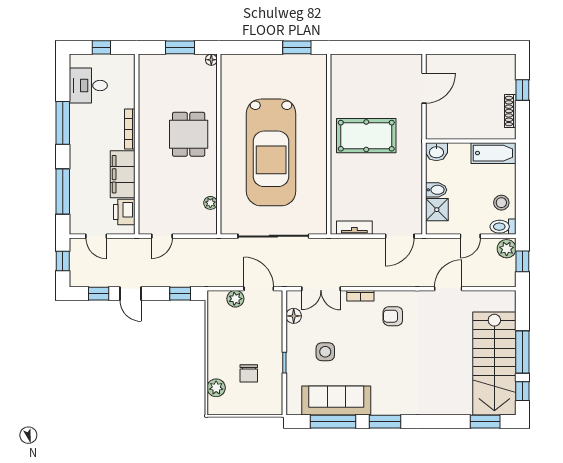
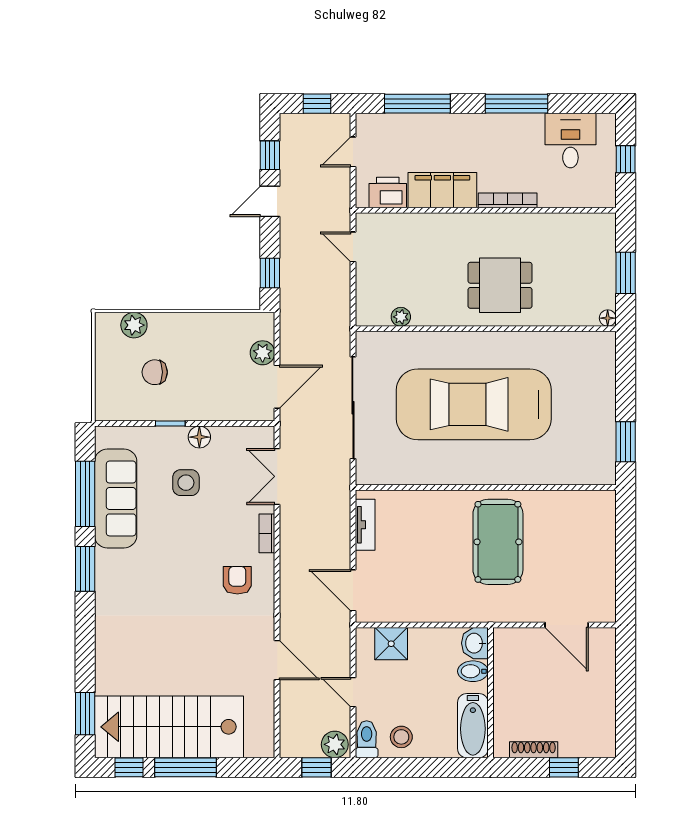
bidet: (436, 190) -> (473, 671), moved, turned 90
floor lamp: (294, 316) -> (199, 437), moved

